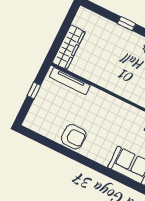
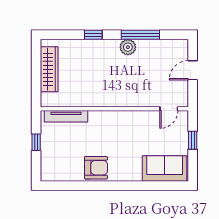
wardrobe: (69, 47) -> (49, 69), moved

